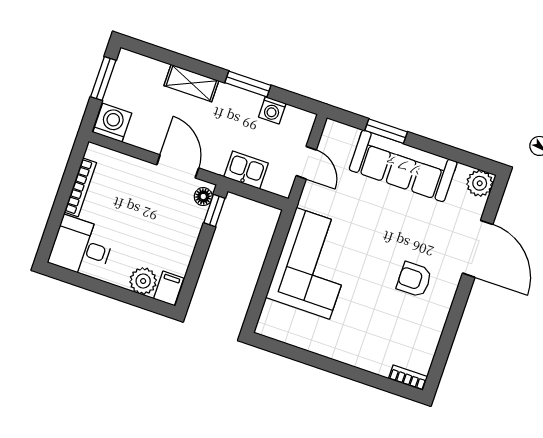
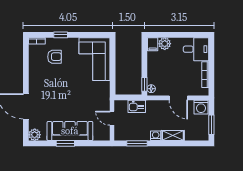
window: (248, 84) -> (137, 143), moved
washing machine: (272, 110) -> (156, 136), moved
window: (386, 131) -> (65, 143), moved
door: (178, 166) -> (178, 98), moved
corner sofa: (313, 263) -> (94, 59), moved
armchair: (414, 279) -> (54, 57), moved
window: (354, 374) -> (61, 35), added

